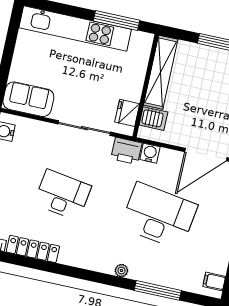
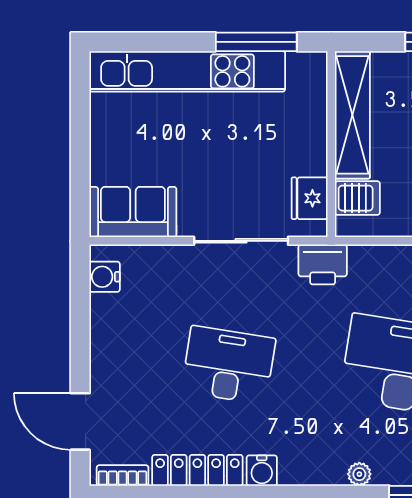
water cooler: (150, 153) -> (262, 471), moved, turned 180

